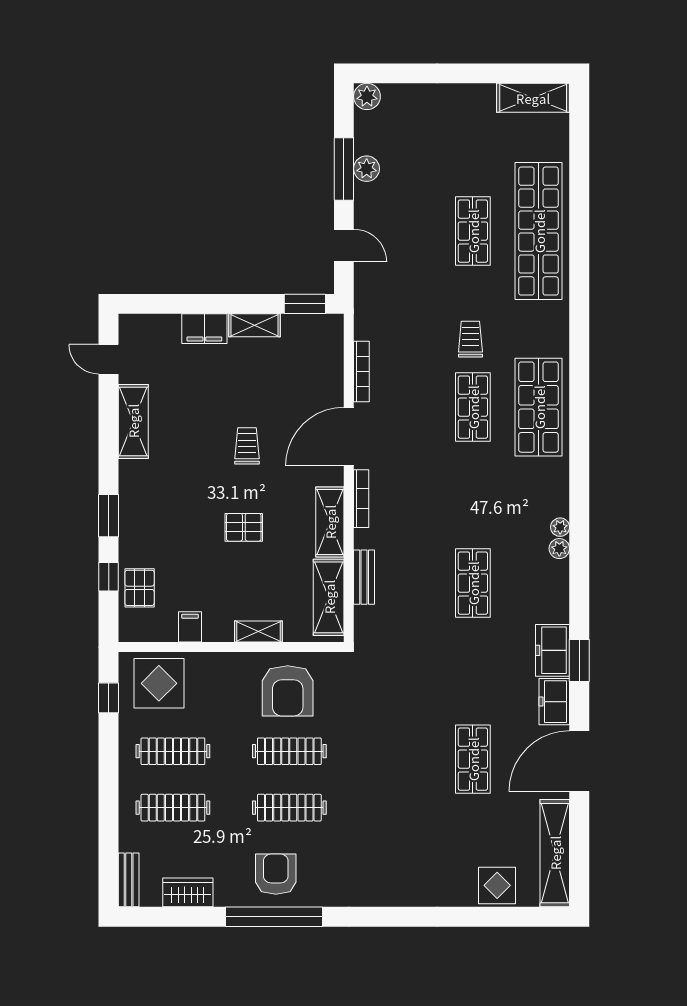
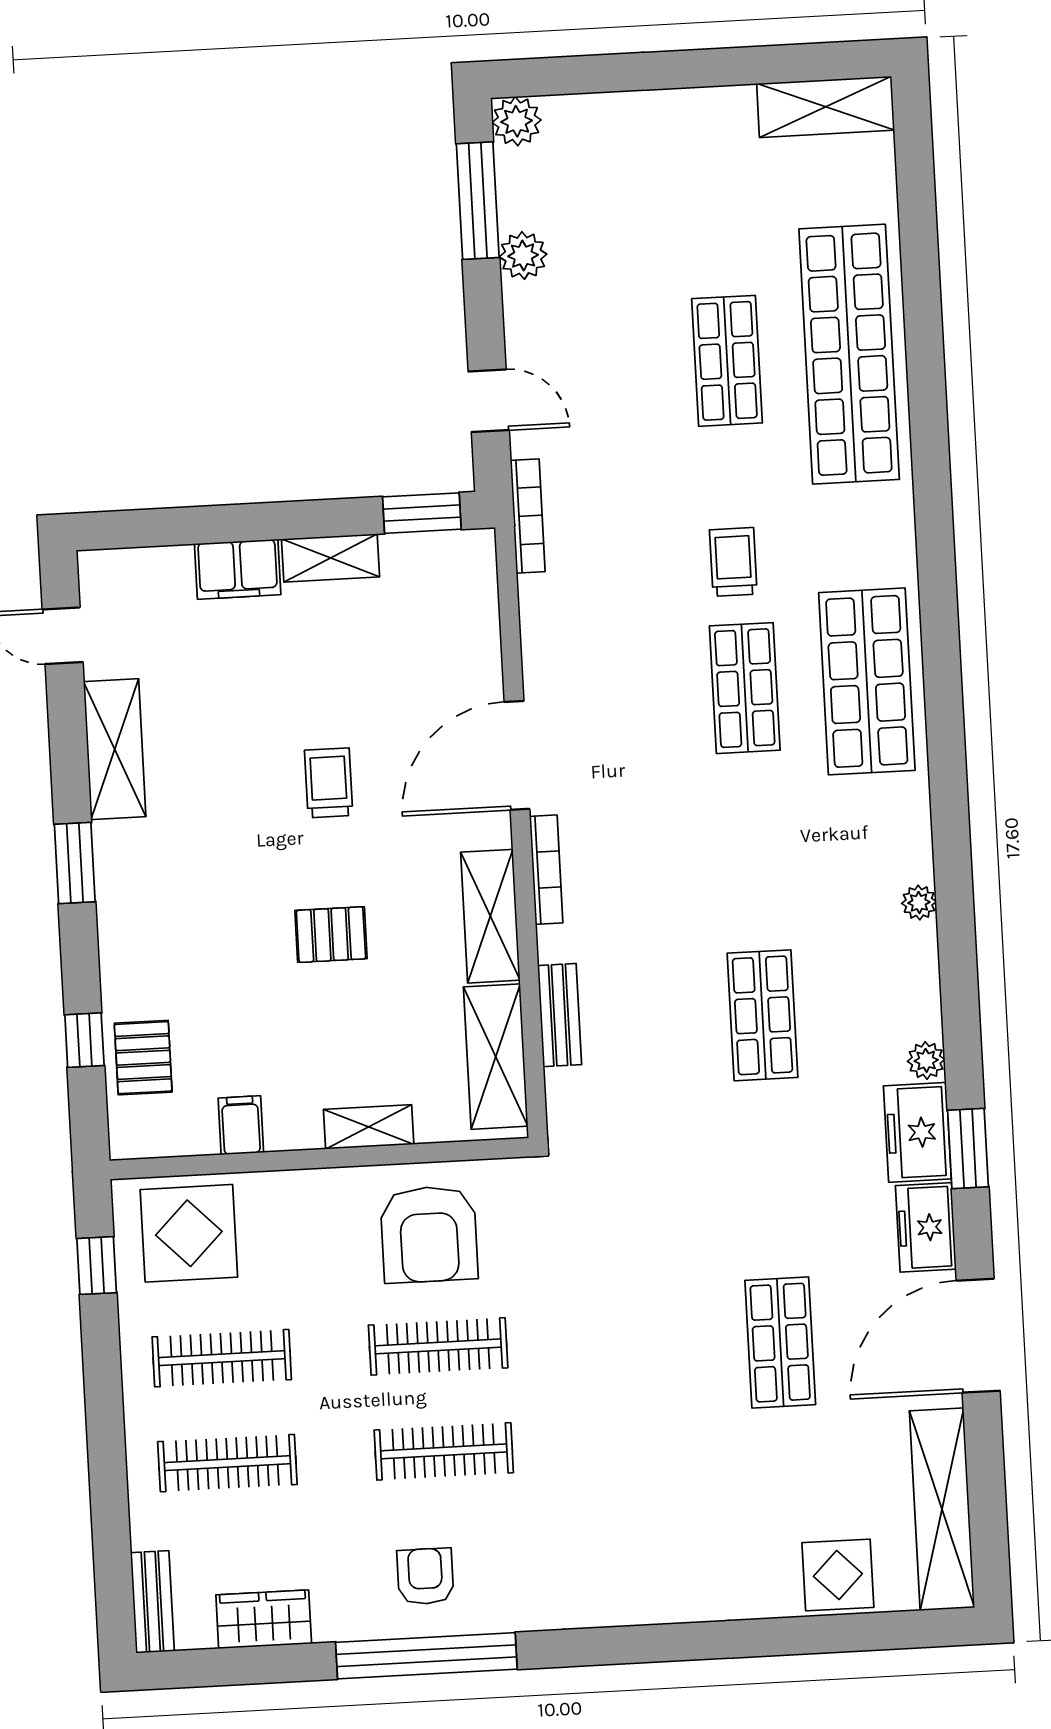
window: (344, 169) -> (478, 201), moved
bookcase: (361, 372) -> (528, 516), moved
window: (109, 516) -> (75, 863), moved
plant: (559, 549) -> (926, 1060), moved
armchair: (276, 874) -> (425, 1576), width x0.72, depth x0.72

